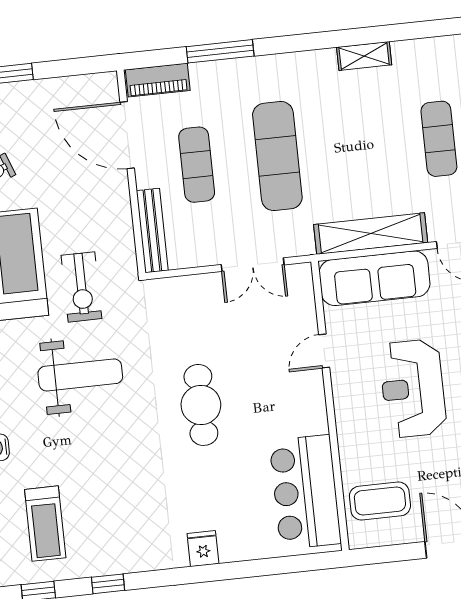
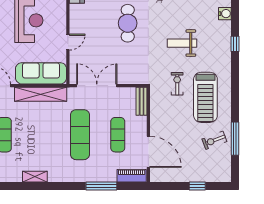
bench: (152, 230) -> (142, 101), width x0.73
double door: (253, 265) -> (97, 86), width x1.37
exercise bike: (81, 287) -> (177, 84), width x0.73, depth x0.72
weight bench: (80, 375) -> (182, 43), width x0.73, depth x0.75

